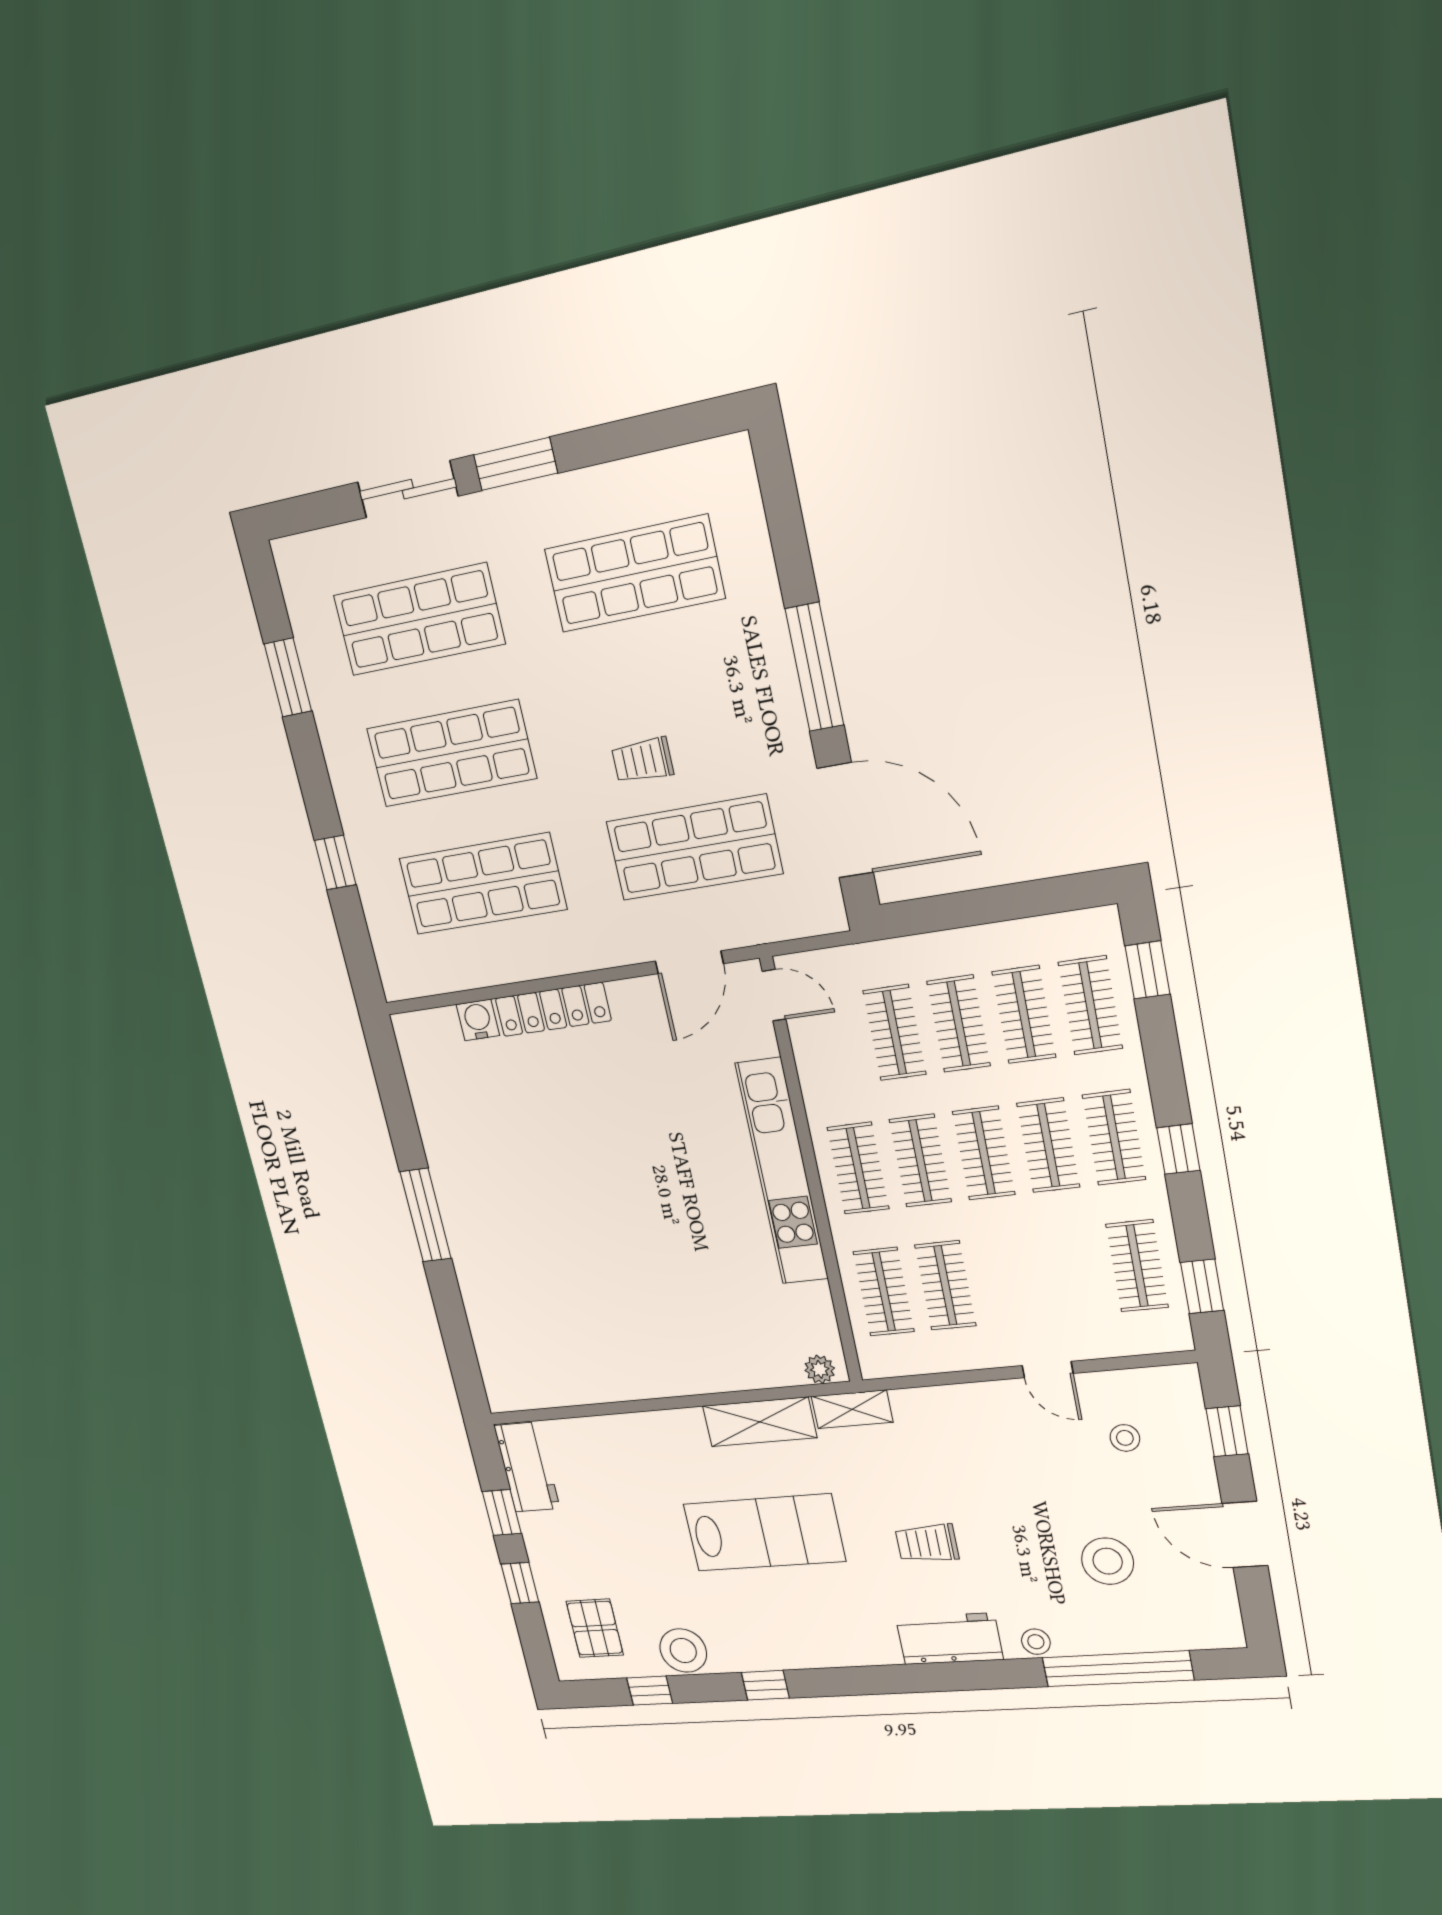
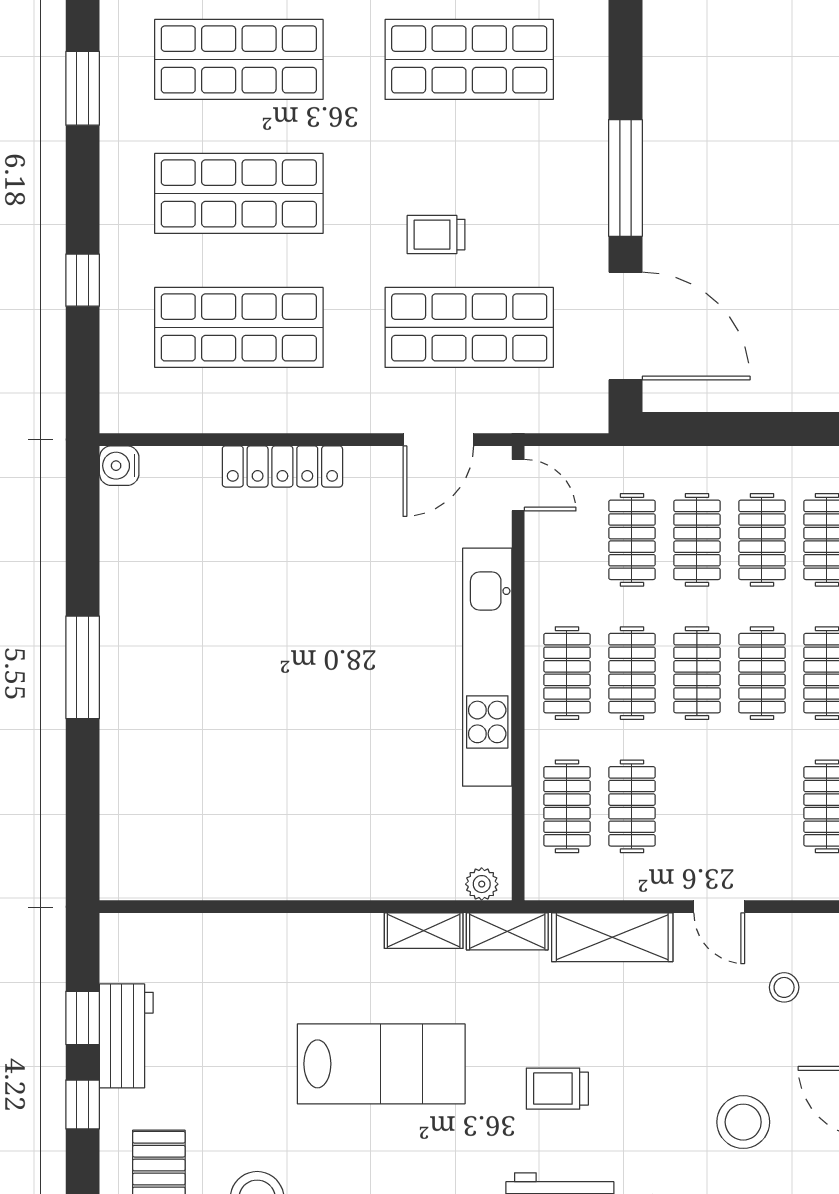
water cooler: (478, 1020) -> (119, 466), moved, turned -90
shelving: (951, 1406) -> (612, 937), added
shelving: (760, 1422) -> (424, 931), width x0.67, depth x0.75
workbench: (527, 1467) -> (126, 1036), moved

